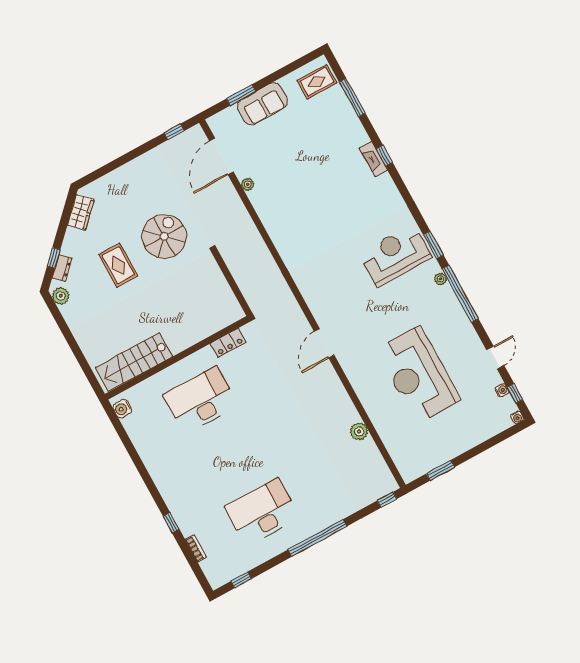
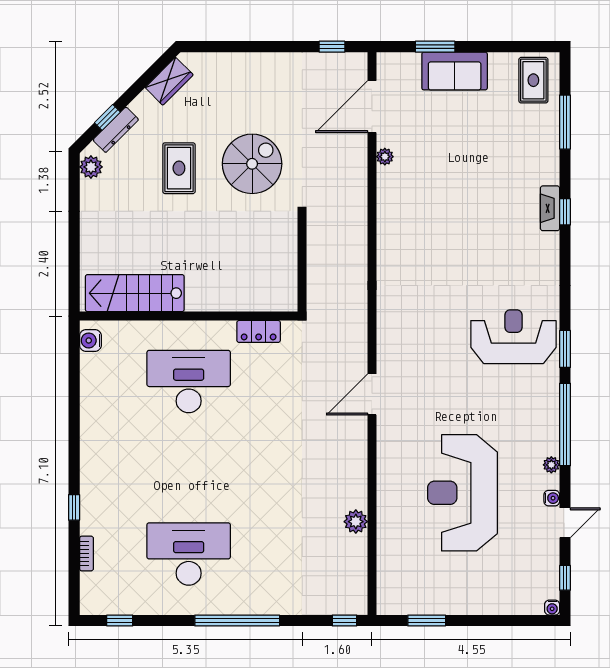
rug: (317, 82) -> (533, 80), turned 90
dresser: (62, 268) -> (116, 130), width x1.44
plant: (440, 279) -> (551, 465), moved
water cooler: (502, 390) -> (552, 498), moved

